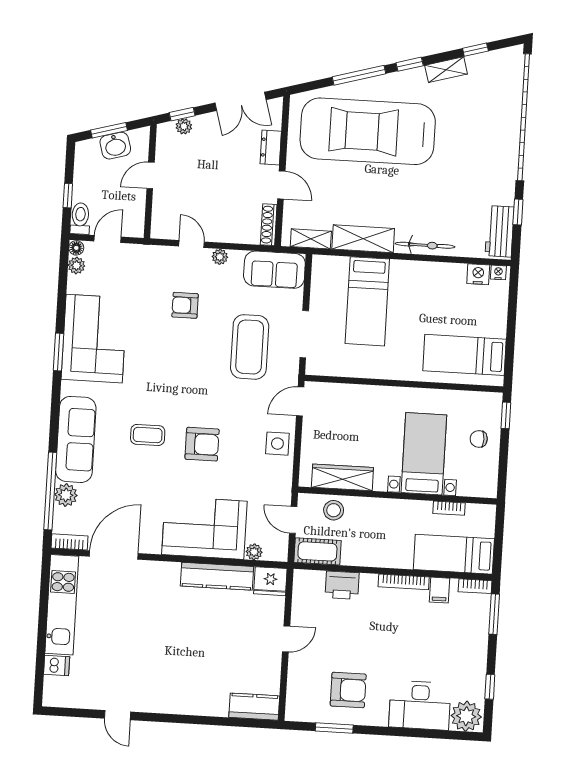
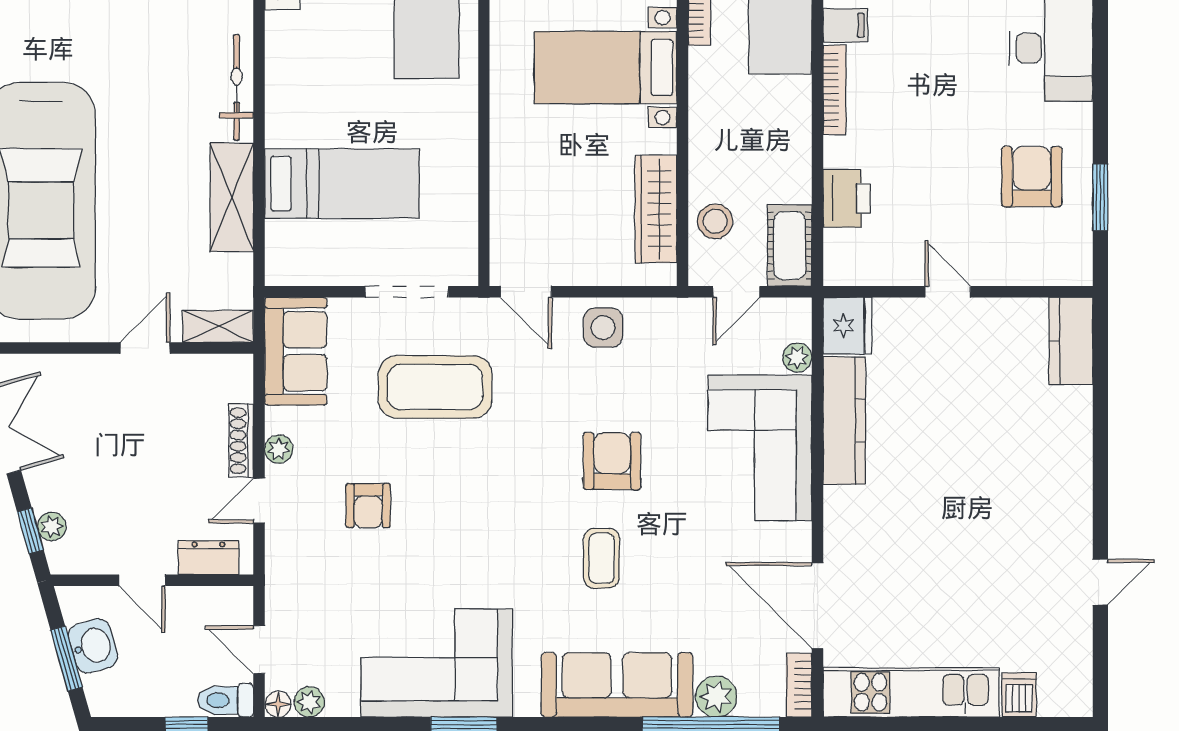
dresser: (271, 147) -> (209, 558), moved, turned 180
shoe rack: (269, 225) -> (241, 441), moved, turned 90
shelving: (311, 239) -> (218, 326), moved, turned 90

